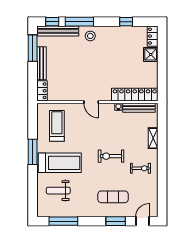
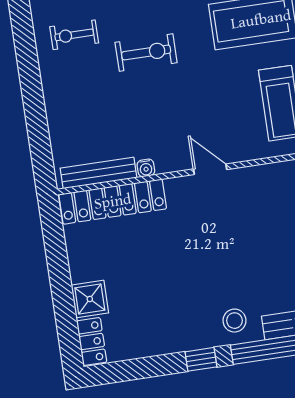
window: (126, 22) -> (201, 359), moved
shelving: (153, 138) -> (56, 108), removed

